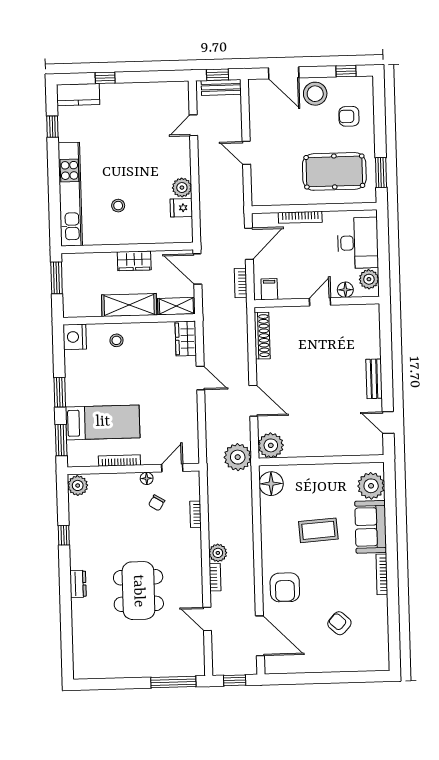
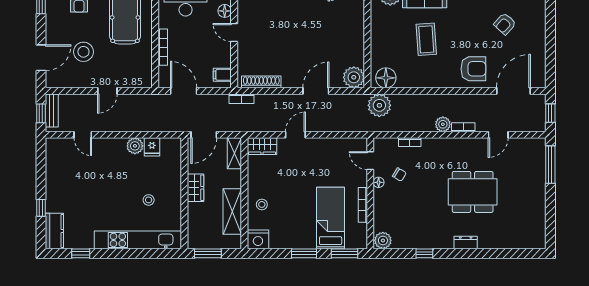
stool: (315, 94) -> (83, 52), moved
bookcase: (241, 283) -> (241, 99), moved
shelving: (129, 305) -> (232, 211), moved
plant: (238, 457) -> (379, 105), moved

